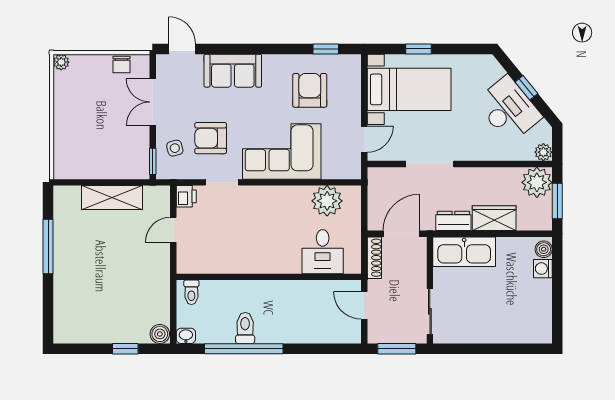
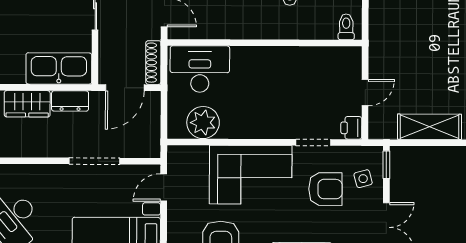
desk: (323, 252) -> (200, 69), width x1.37

